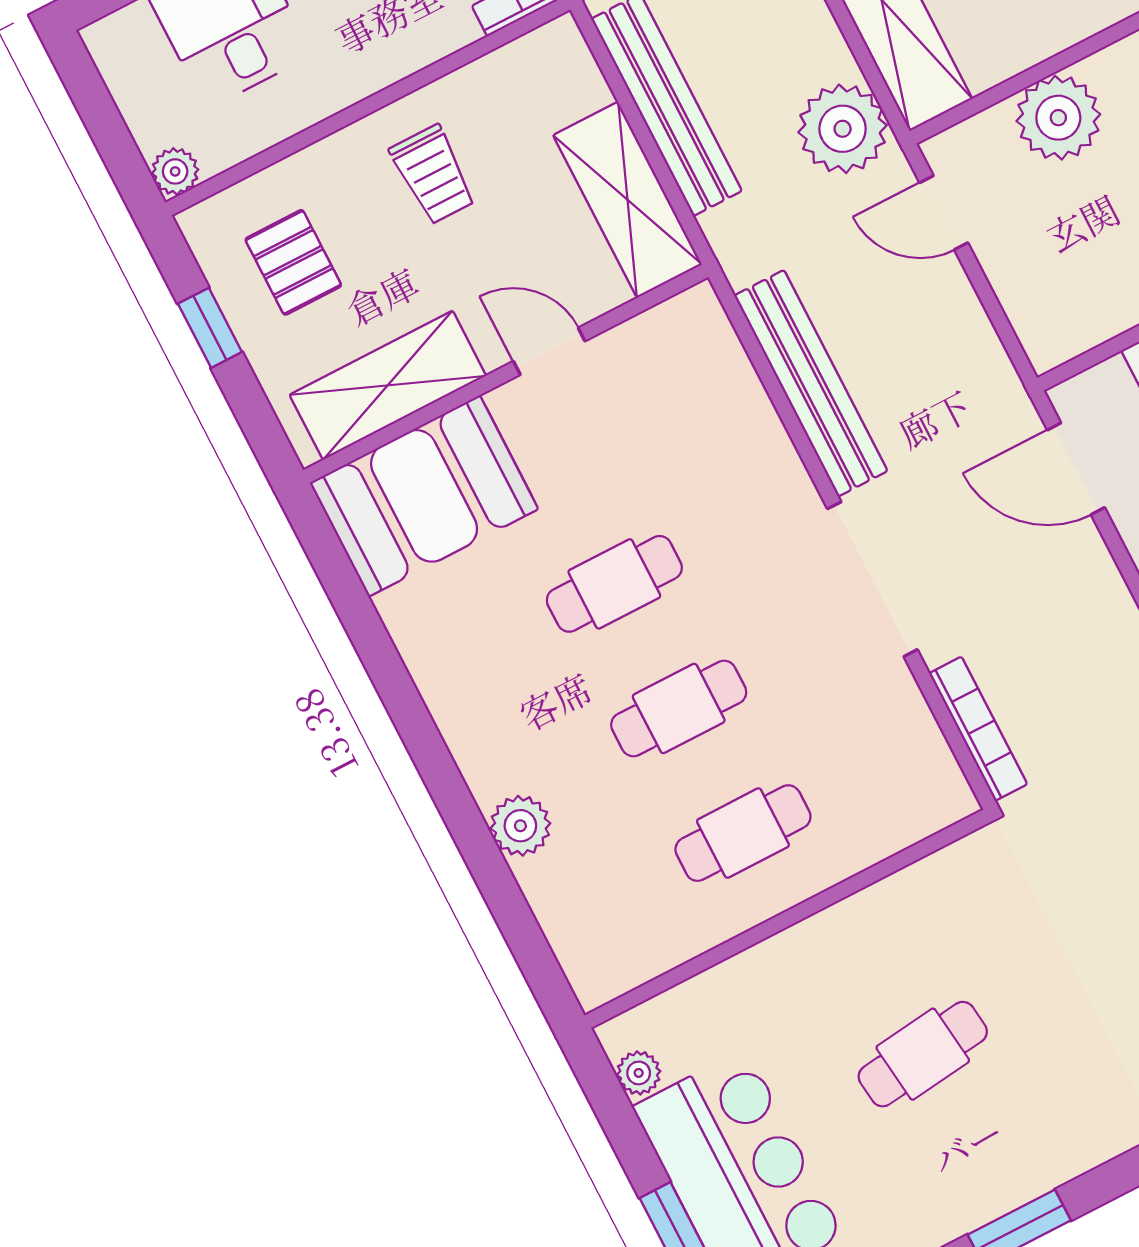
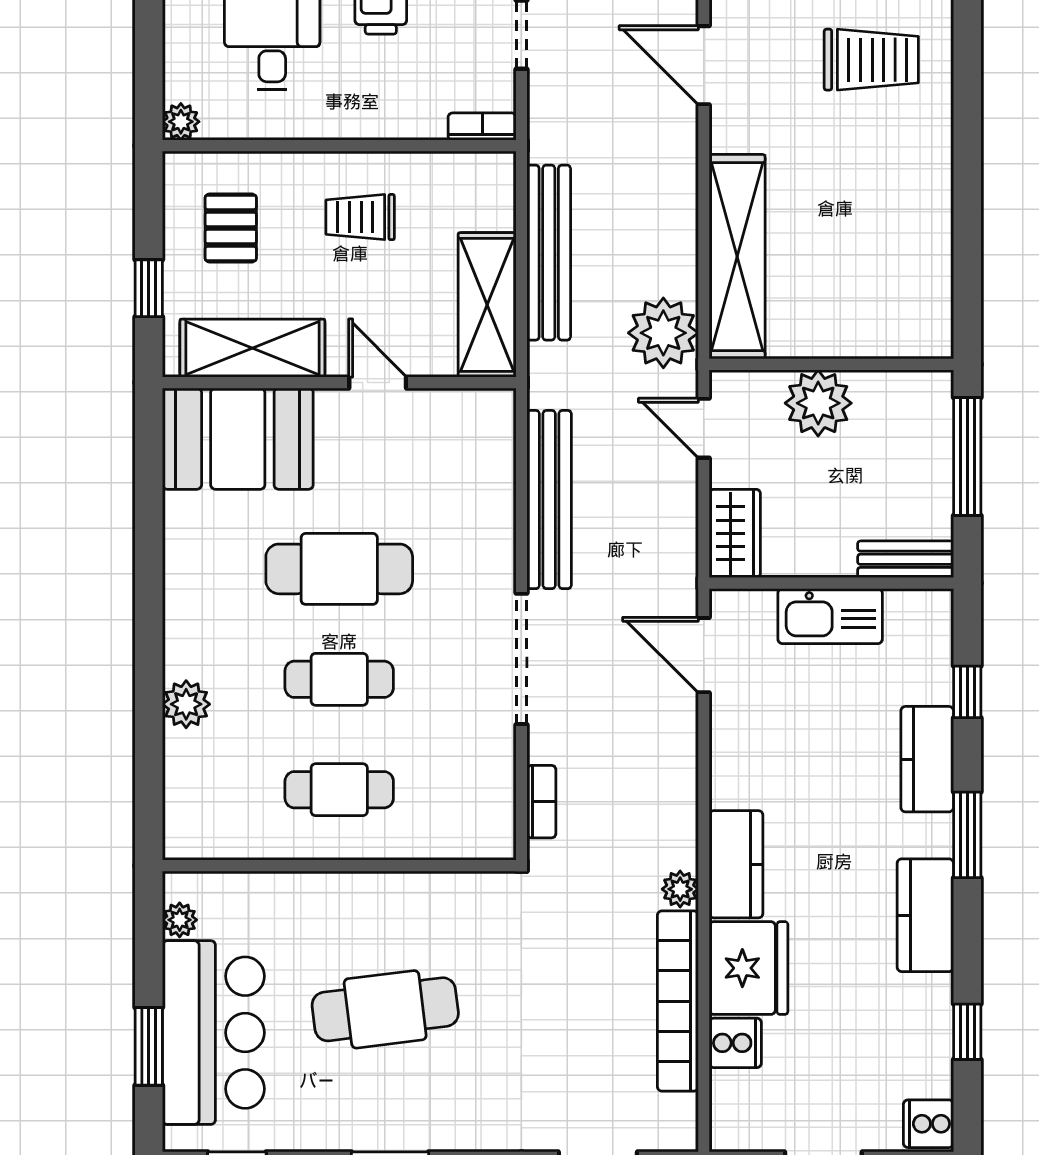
trolley: (433, 175) -> (360, 217), turned 90
wardrobe: (1040, 313) -> (735, 533), added
window: (210, 328) -> (149, 288), moved
cafe table: (614, 584) -> (339, 569), width x1.37, depth x1.35
bookcase: (978, 729) -> (541, 802), width x0.64
cafe table: (923, 1054) -> (385, 1009), width x1.37, depth x1.35

